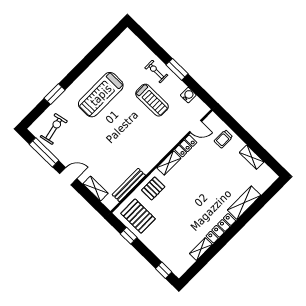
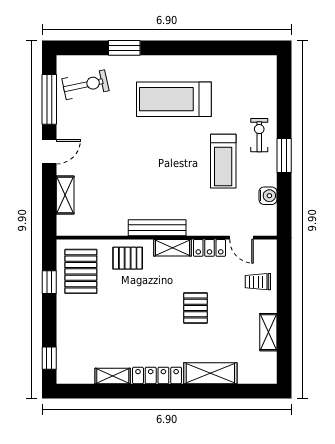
door: (68, 176) -> (49, 152), hinge flipped
pallet: (207, 180) -> (195, 308), added
bench: (129, 185) -> (157, 228), moved

